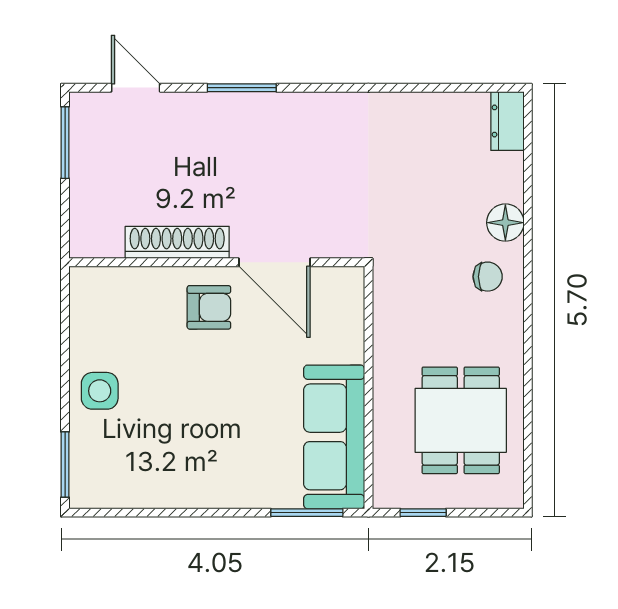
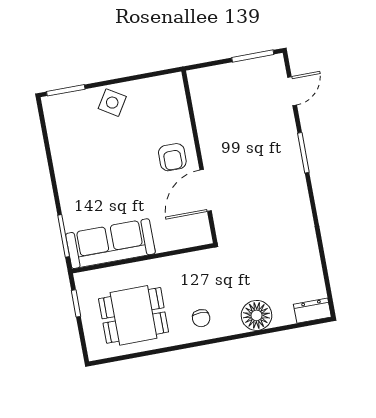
floor lamp: (505, 223) -> (257, 315), width x1.38, depth x1.38
shoe rack: (177, 242) -> (207, 132), removed
chair: (488, 277) -> (201, 318), moved
side table: (100, 391) -> (112, 103), turned 32

